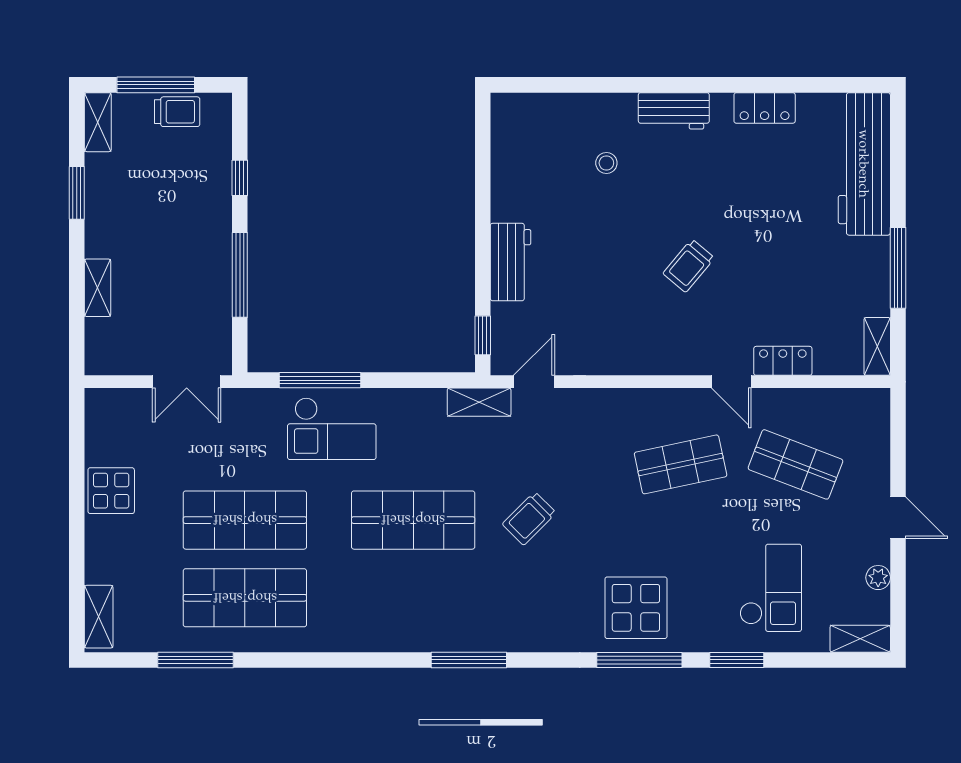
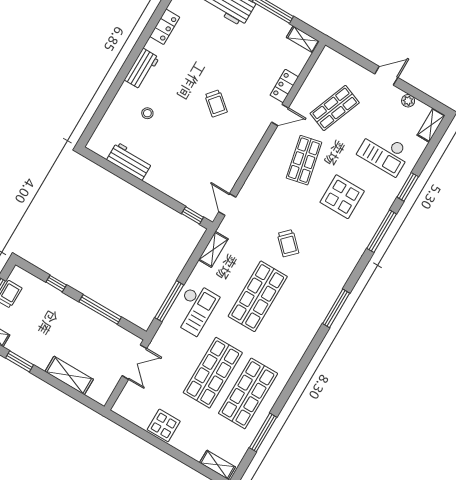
workbench: (511, 262) -> (129, 161), moved
shelving: (98, 288) -> (69, 375), width x1.50, depth x1.33
shelving: (479, 402) -> (213, 249), moved
checkout: (771, 588) -> (384, 152), turned 180
display table: (636, 608) -> (342, 197), moved

